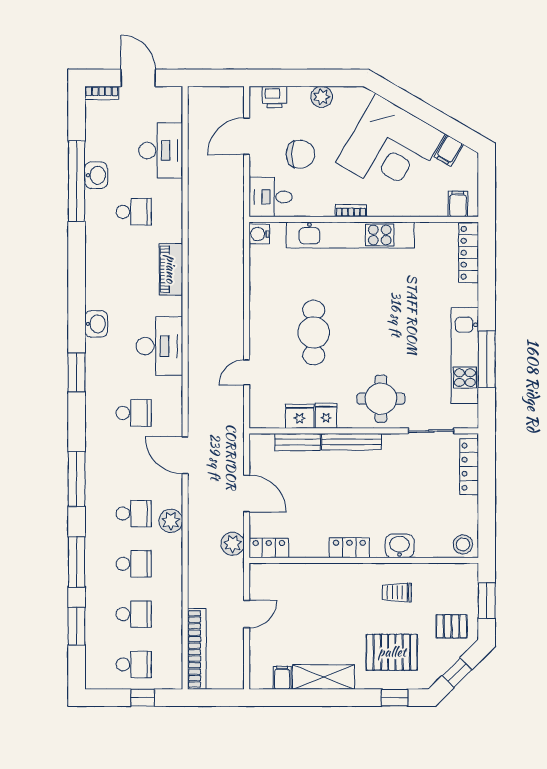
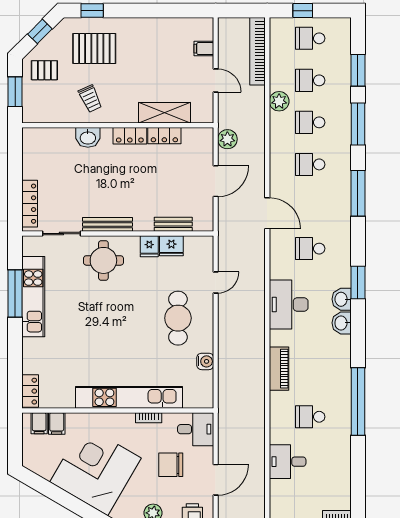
desk: (161, 151) -> (288, 462), width x0.73
filing cabinet: (449, 151) -> (57, 423), moved, turned 150
washbasin: (96, 175) -> (342, 299), moved
window: (77, 181) -> (358, 402), moved
bookcase: (351, 211) -> (149, 418), moved
water cooler: (259, 234) -> (205, 361), moved
locker: (469, 253) -> (30, 391), width x0.66
cafe table: (314, 332) -> (178, 318), moved
bench: (352, 442) -> (108, 224), moved
door: (247, 494) -> (216, 181), swing flipped
plant: (171, 521) -> (279, 101), moved
stool: (463, 544) -> (35, 139), removed
locker: (269, 548) -> (164, 136), moved
trolley: (397, 592) -> (90, 99), turned 65
door: (247, 614) -> (216, 80), swing flipped
shelving: (323, 677) -> (164, 113), moved
filing cabinet: (282, 678) -> (204, 49), moved, turned 90

